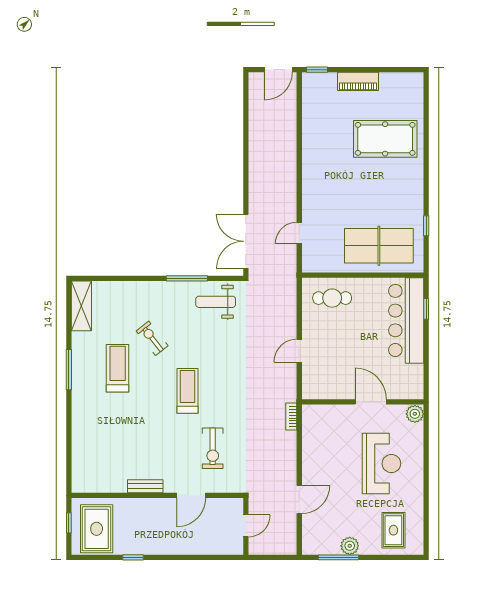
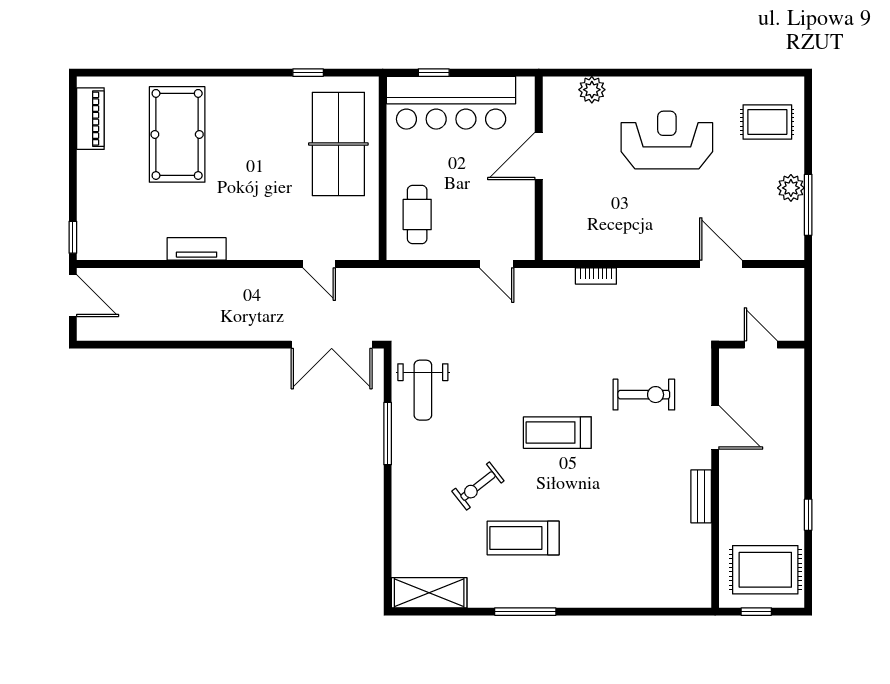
piano: (358, 81) -> (90, 119), moved
tv unit: (309, 152) -> (197, 249), added
wall: (363, 402) -> (539, 168), moved
door: (371, 402) -> (539, 156), moved

